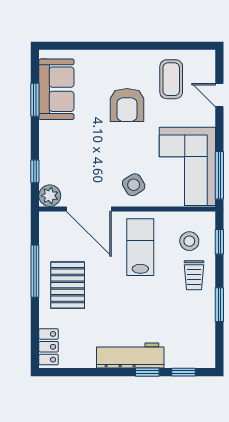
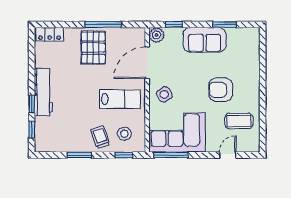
sofa: (56, 89) -> (205, 40), moved
trolley: (194, 275) -> (100, 137), turned 71
pallet: (68, 285) -> (93, 48), turned 90

